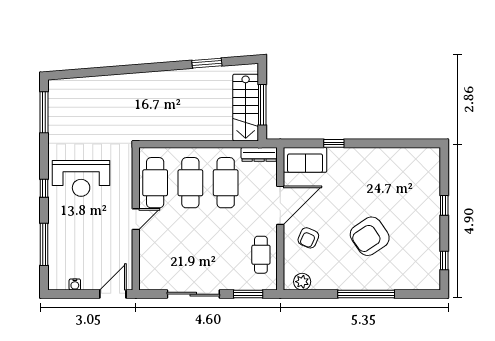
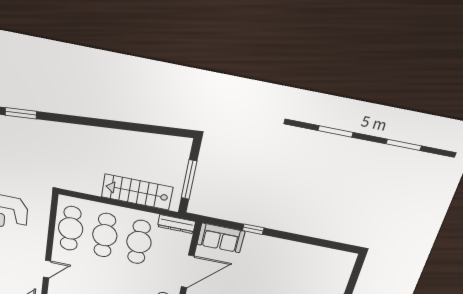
window: (207, 63) -> (21, 113), moved
stairs: (246, 108) -> (137, 192), moved, turned 90
door: (136, 219) -> (47, 269), moved

